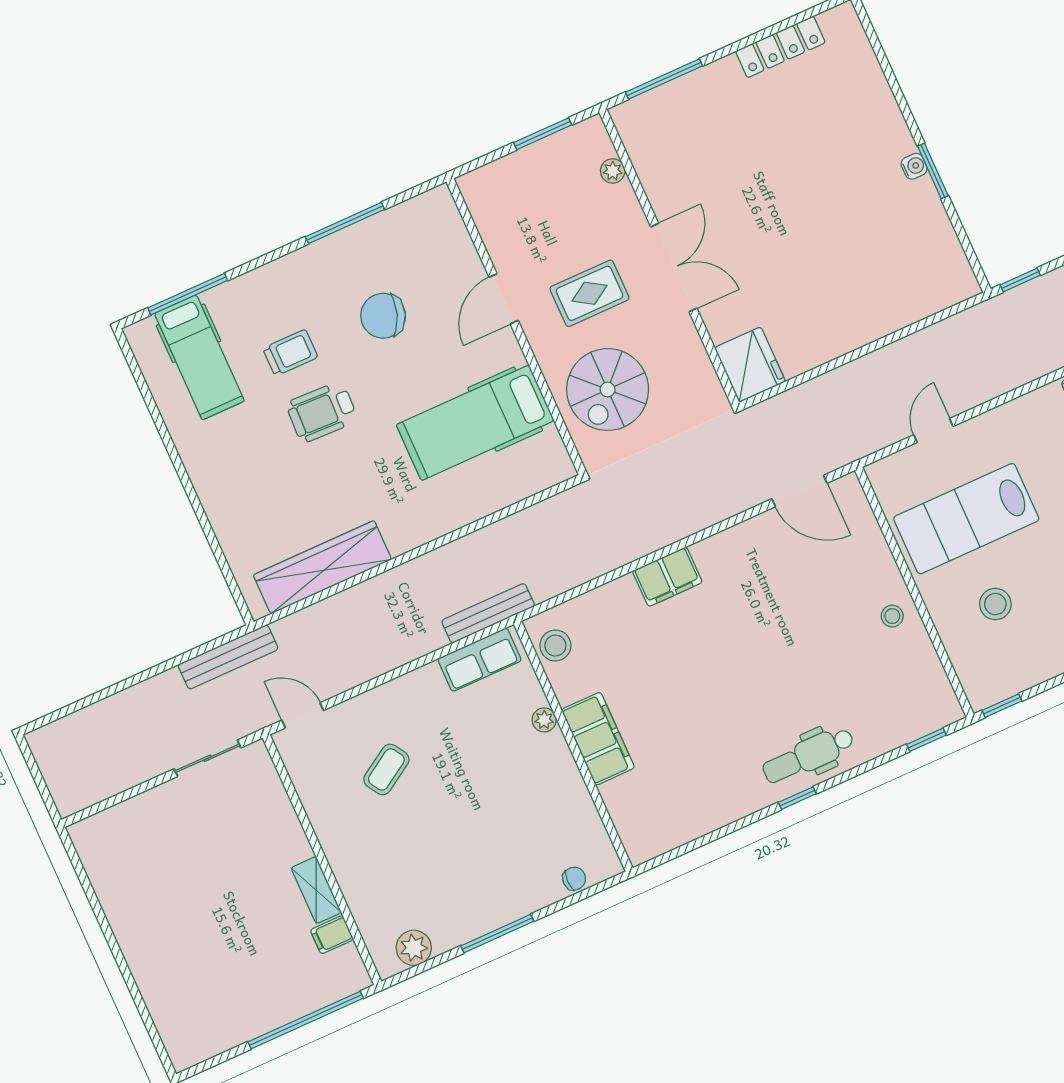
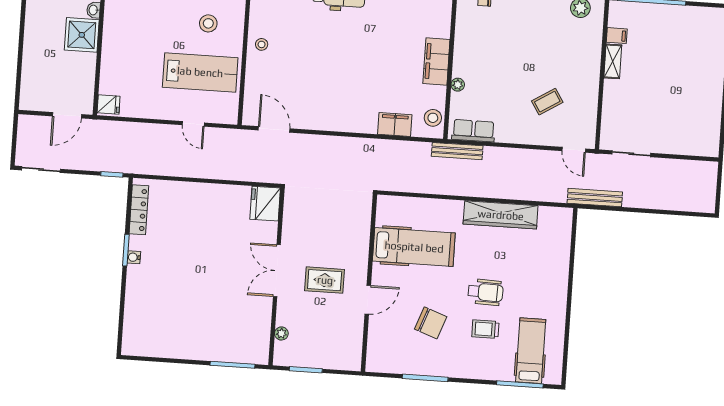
locker: (780, 47) -> (139, 210), moved, turned 90
spiral stairs: (608, 390) -> (341, 229), removed
door: (933, 431) -> (193, 124), hinge flipped
wardrobe: (322, 567) -> (501, 215), moved
filing cabinet: (667, 577) -> (395, 124), moved

